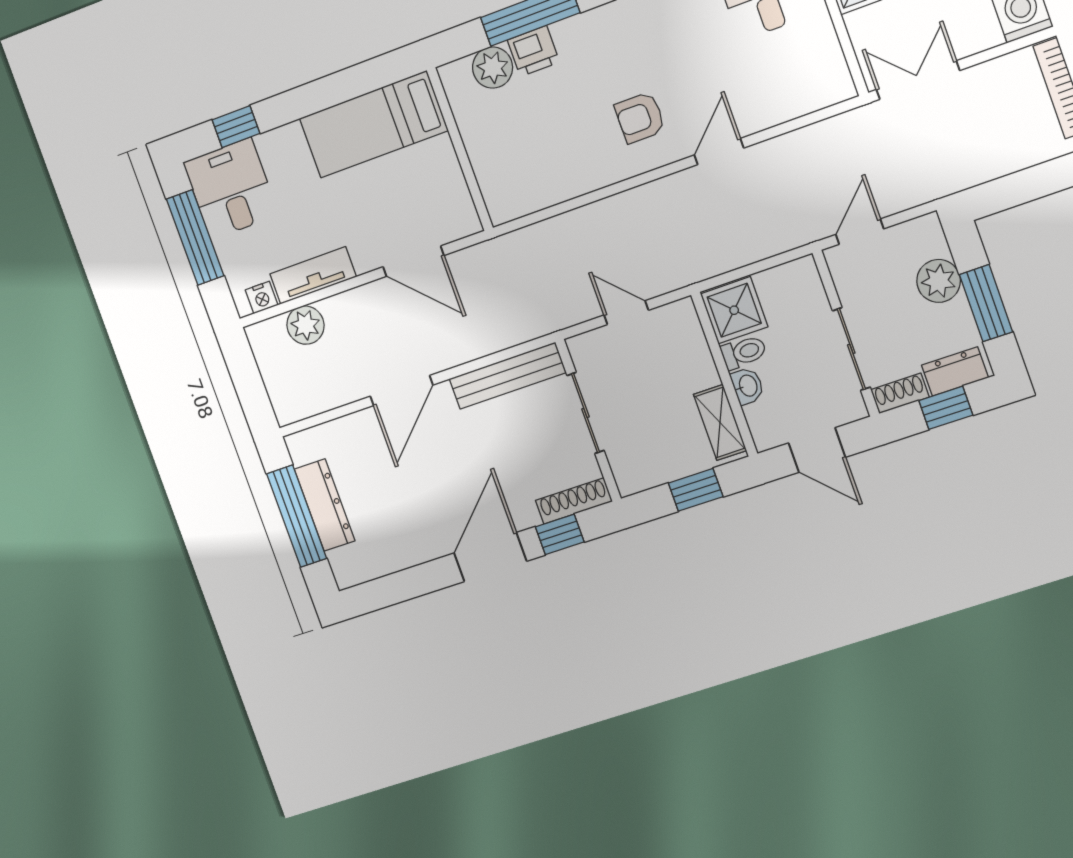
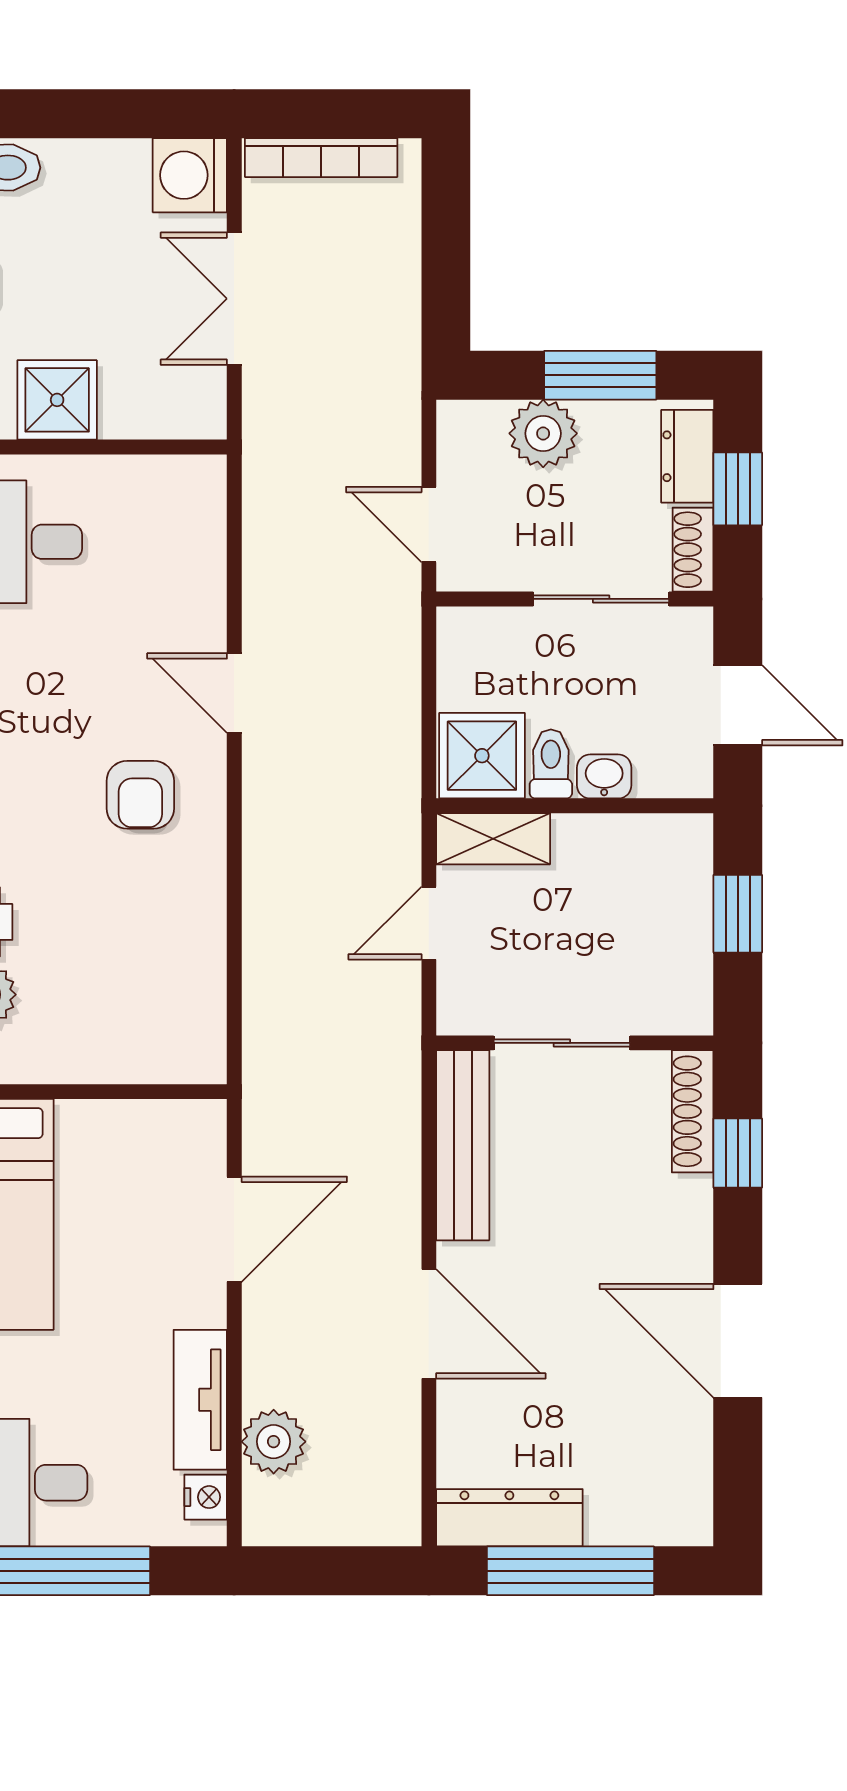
double door: (918, 80) -> (234, 299), moved
shelving: (720, 422) -> (493, 839), moved
door: (817, 450) -> (738, 705), hinge flipped
dresser: (325, 505) -> (509, 1518), moved
door: (490, 557) -> (738, 1341), moved

